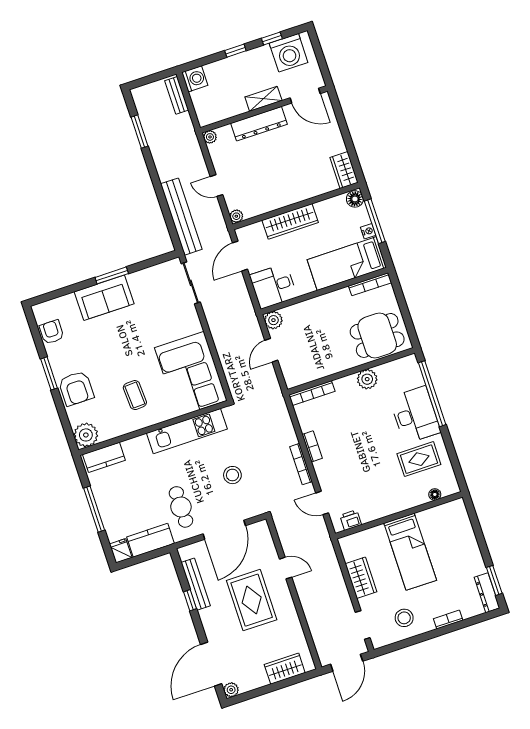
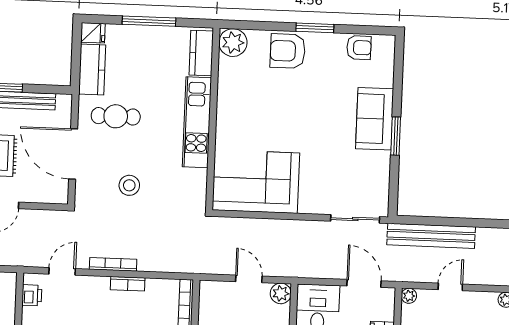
coffee table: (135, 395) -> (256, 112), removed
kitchen unit: (187, 431) -> (197, 122), moved

